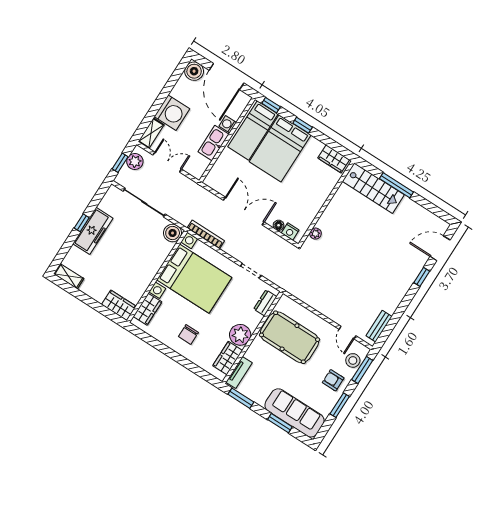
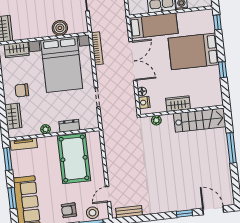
window: (303, 125) -> (223, 70), moved
bed: (253, 130) -> (154, 26), moved, turned 180
wardrobe: (334, 159) -> (178, 104), moved, turned 90
stairs: (373, 188) -> (200, 120), moved, turned -90
boiler: (173, 233) -> (60, 28), moved
dresser: (265, 303) -> (69, 126), moved
plant: (240, 335) -> (46, 129), width x0.53, depth x0.53
wardrobe: (228, 358) -> (13, 116), moved, turned 90
armchair: (333, 380) -> (69, 210), turned -92

